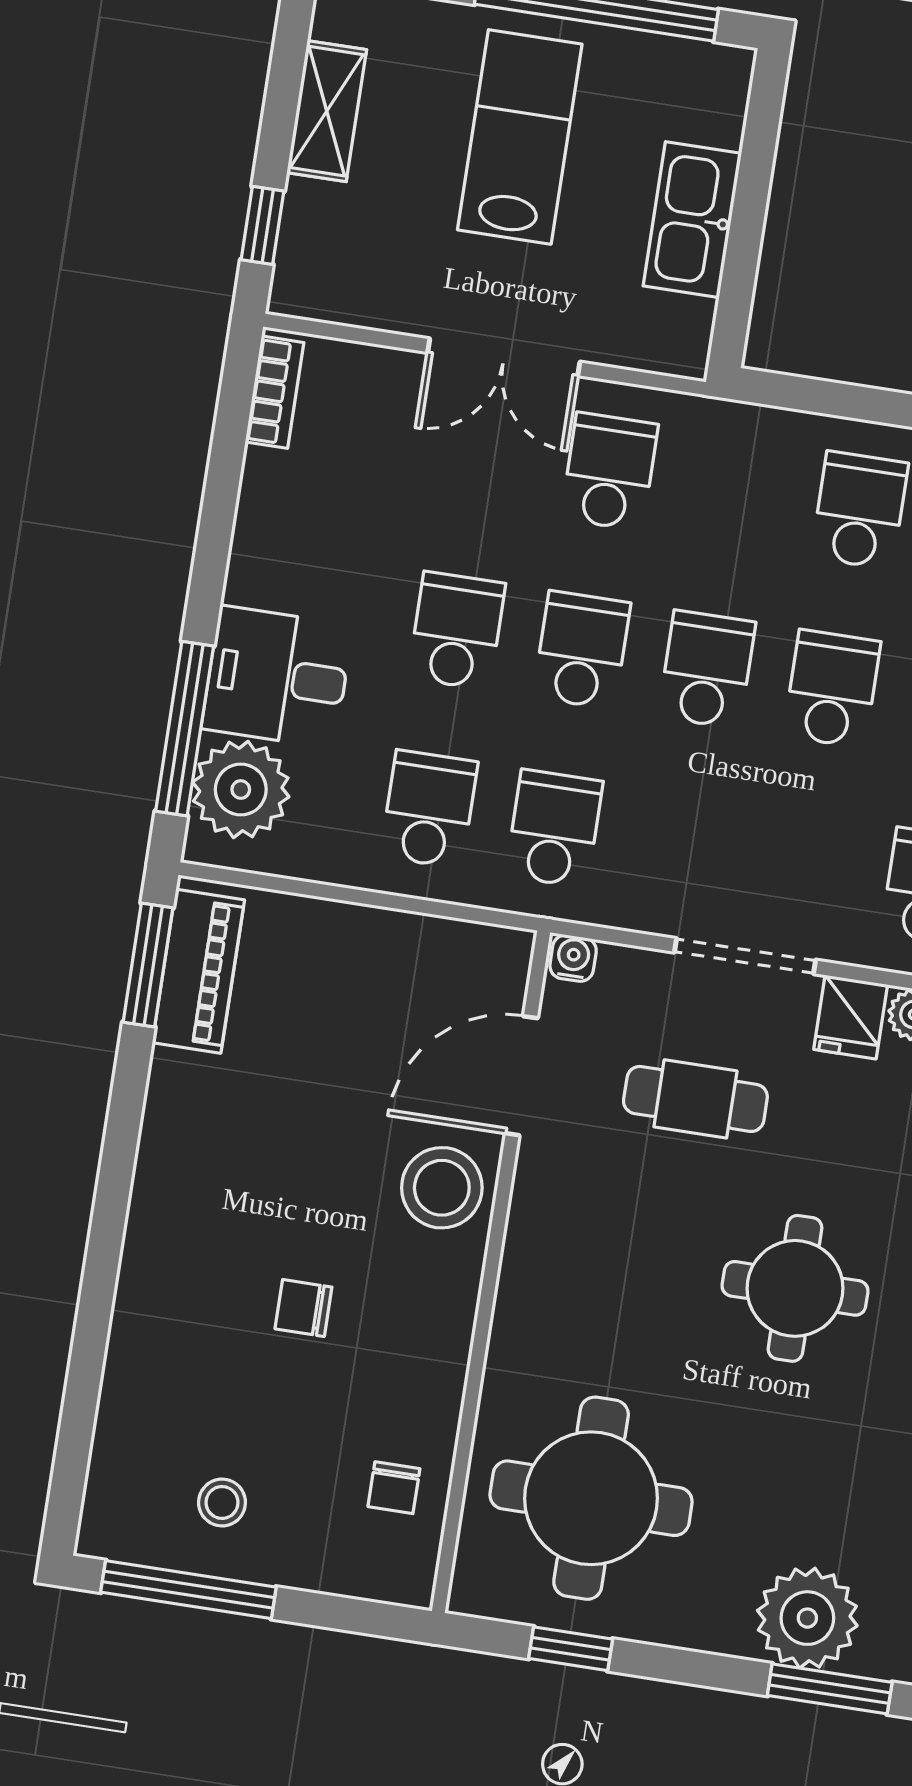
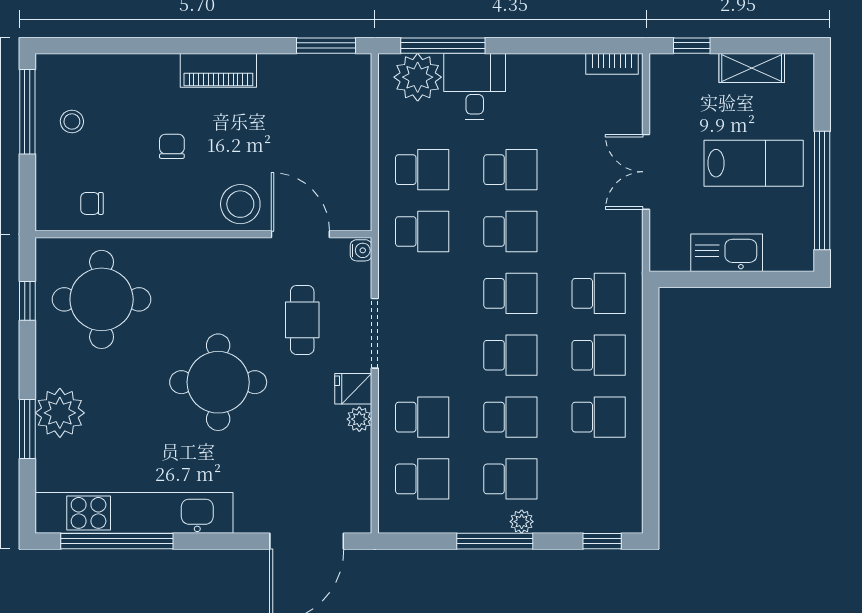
school desk: (609, 472) -> (599, 293), moved
piano: (198, 971) -> (218, 70), moved
round table: (795, 1288) -> (218, 382), width x1.36, depth x1.36

